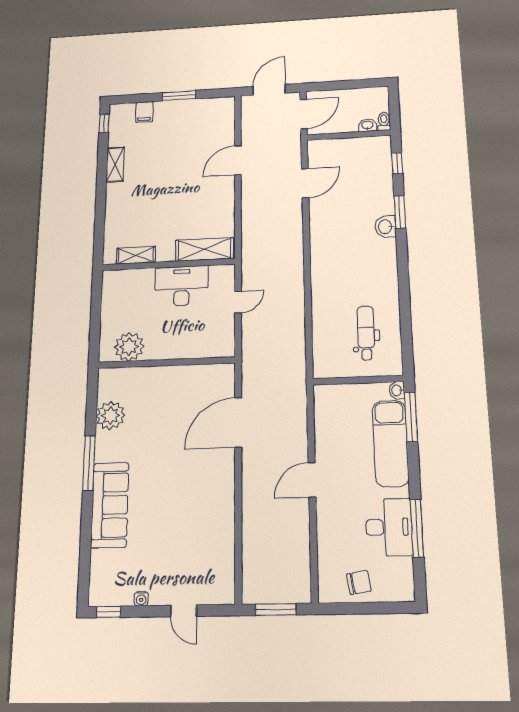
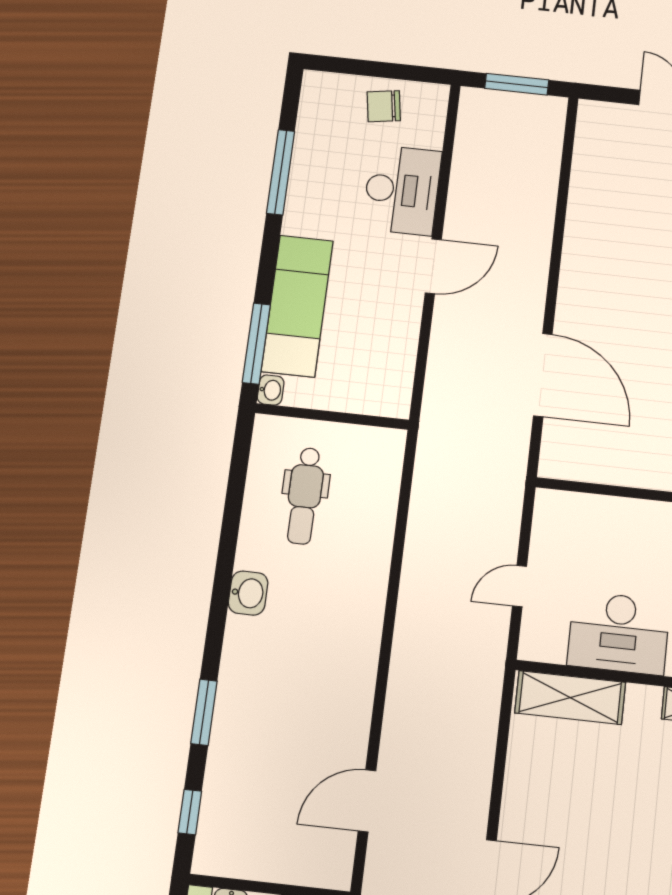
washbasin: (386, 227) -> (248, 593), moved
door: (238, 422) -> (543, 375), hinge flipped
desk: (389, 527) -> (402, 190), moved, turned 180

